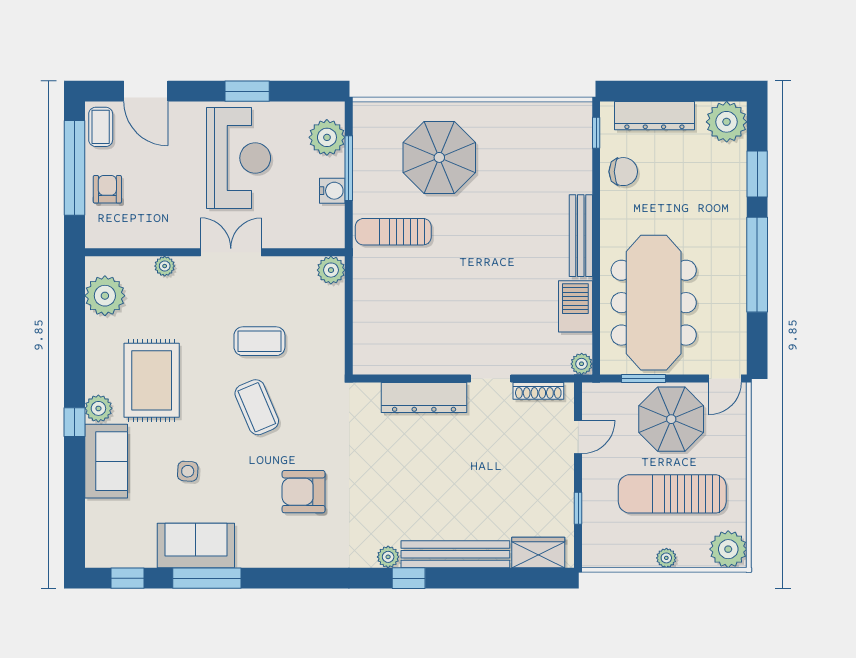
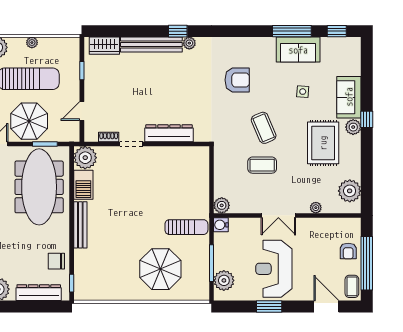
water cooler: (332, 191) -> (221, 225), moved
plant: (582, 364) -> (85, 158), width x1.88, depth x1.88
shoe rack: (538, 391) -> (109, 137), width x0.70

